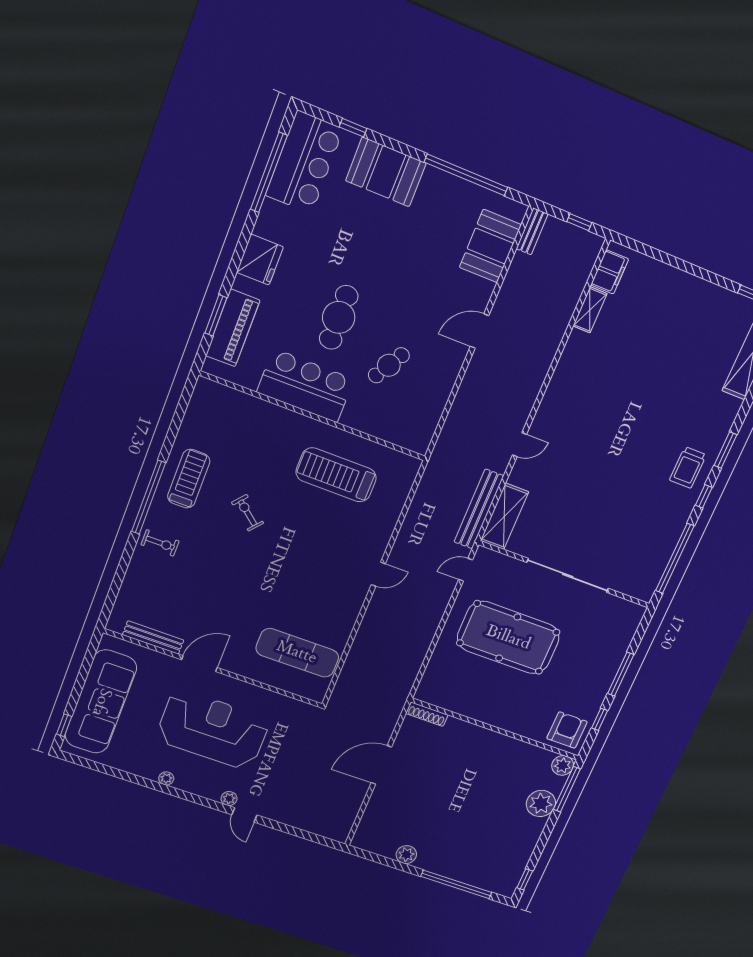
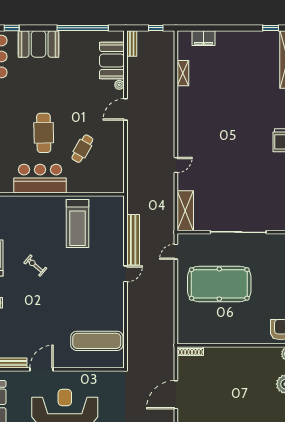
filing cabinet: (610, 272) -> (204, 38), moved, turned 90
plant: (486, 289) -> (119, 85), added
treadmill: (336, 475) -> (77, 223), turned -90
bench: (479, 509) -> (133, 240), moved

